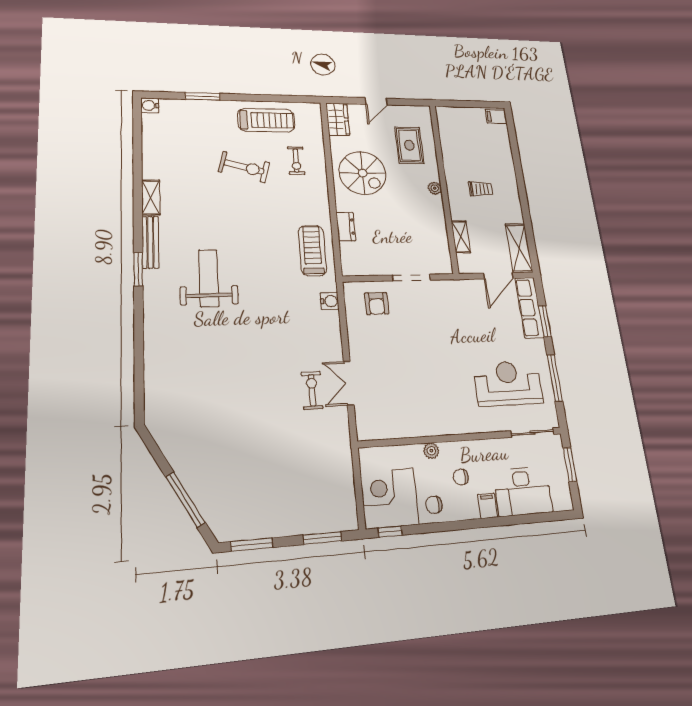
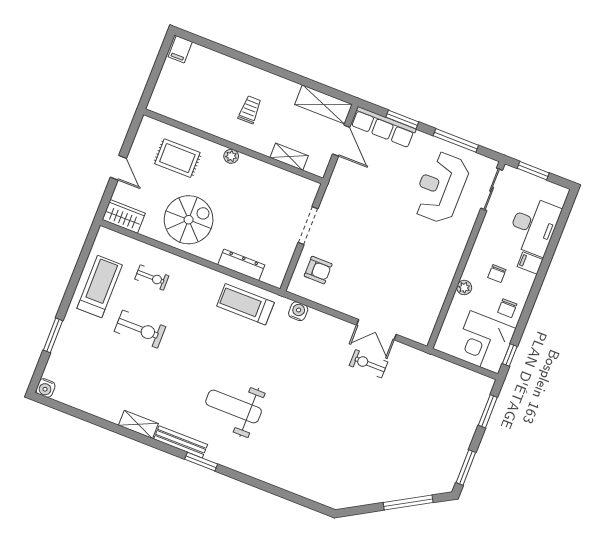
exercise bike: (244, 167) -> (140, 329), turned 75
dresser: (346, 227) -> (241, 265), width x1.44

